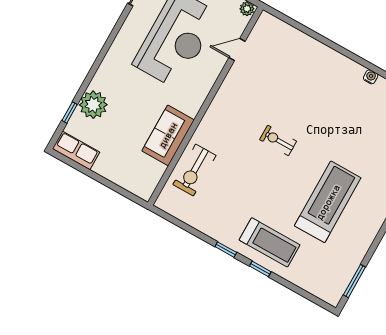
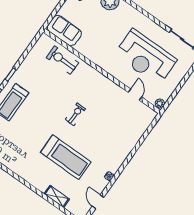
sofa: (168, 135) -> (64, 31), moved
treadmill: (328, 202) -> (66, 157), moved

